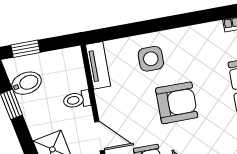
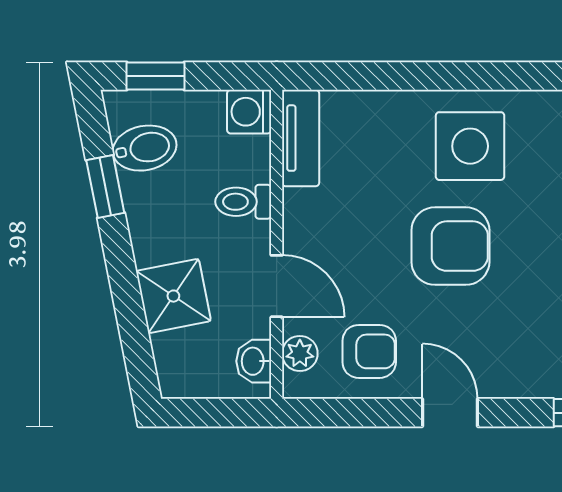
washing machine: (72, 57) -> (249, 112), added
side table: (151, 59) -> (470, 146), moved, width x1.37, depth x1.37

